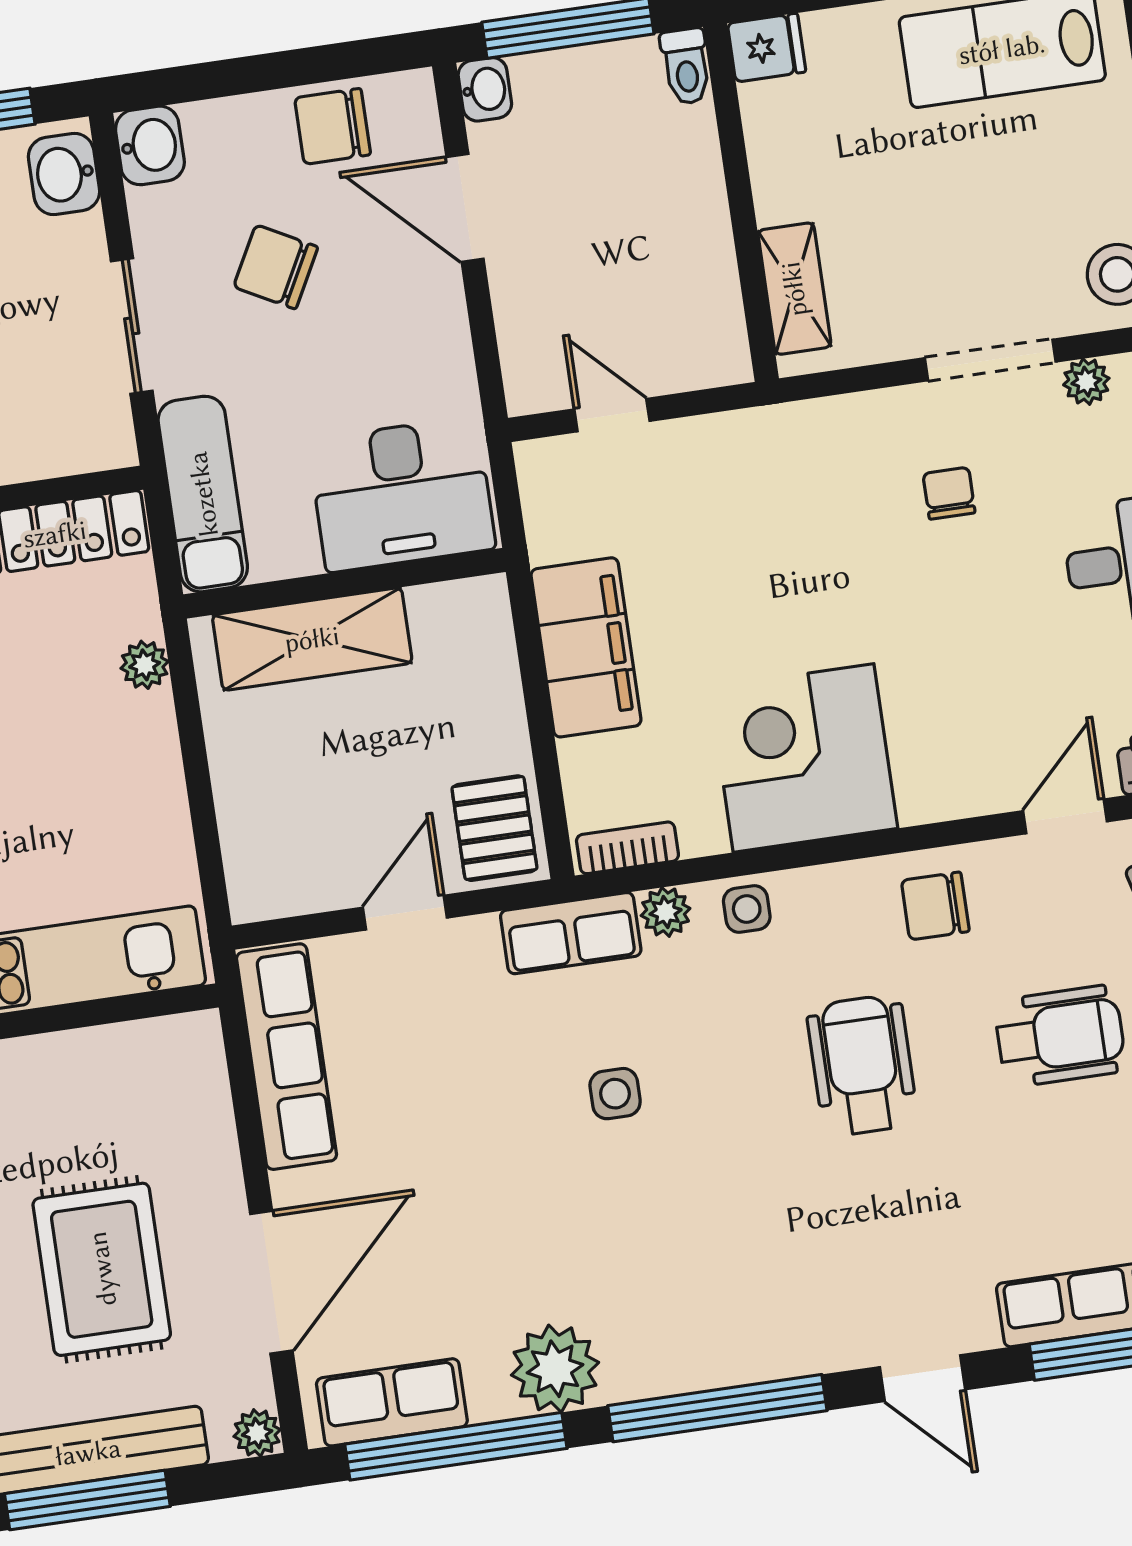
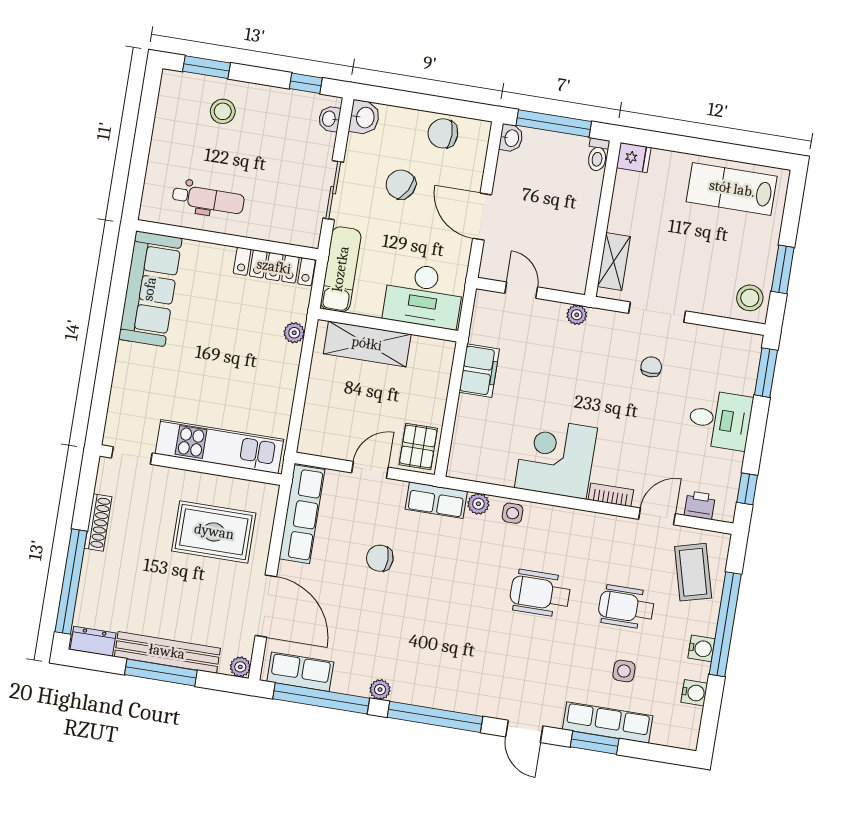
washbasin: (64, 174) -> (329, 119), width x0.72, depth x0.69
door: (465, 208) -> (482, 217), moved
doorway: (990, 360) -> (657, 312), moved
plant: (1086, 382) -> (577, 315), moved
filing cabinet: (586, 647) -> (479, 371), width x0.67, depth x0.86
bookcase: (627, 848) -> (611, 495), moved
chair: (935, 906) -> (380, 558), moved
wheelchair: (1060, 1036) -> (626, 607), turned 180
wheelchair: (862, 1065) -> (540, 593), turned -90
side table: (615, 1094) -> (624, 671), moved
rug: (102, 1269) -> (214, 532), moved, turned 90
door: (271, 1282) -> (266, 606), hinge flipped
plant: (555, 1369) -> (380, 690), width x0.53, depth x0.53

